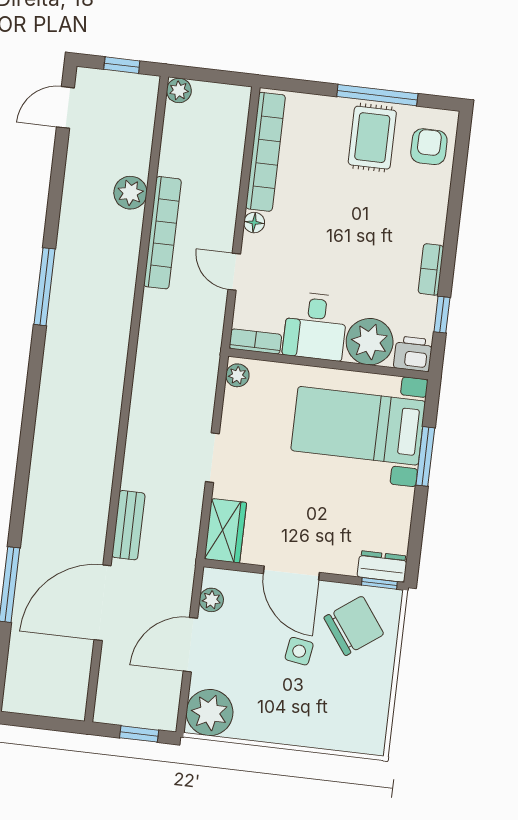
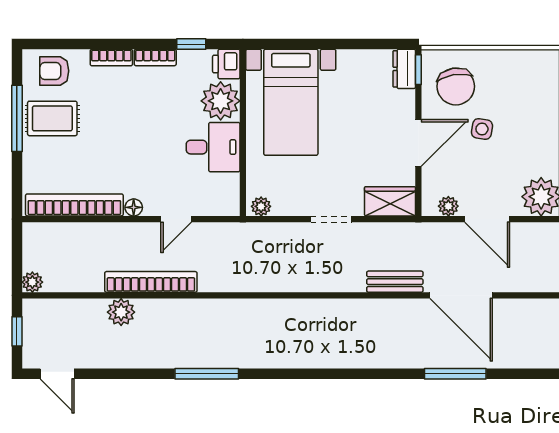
bookcase: (255, 342) -> (111, 57), moved, turned -90
window: (425, 456) -> (310, 44), removed
chair: (354, 626) -> (456, 86), turned -153

